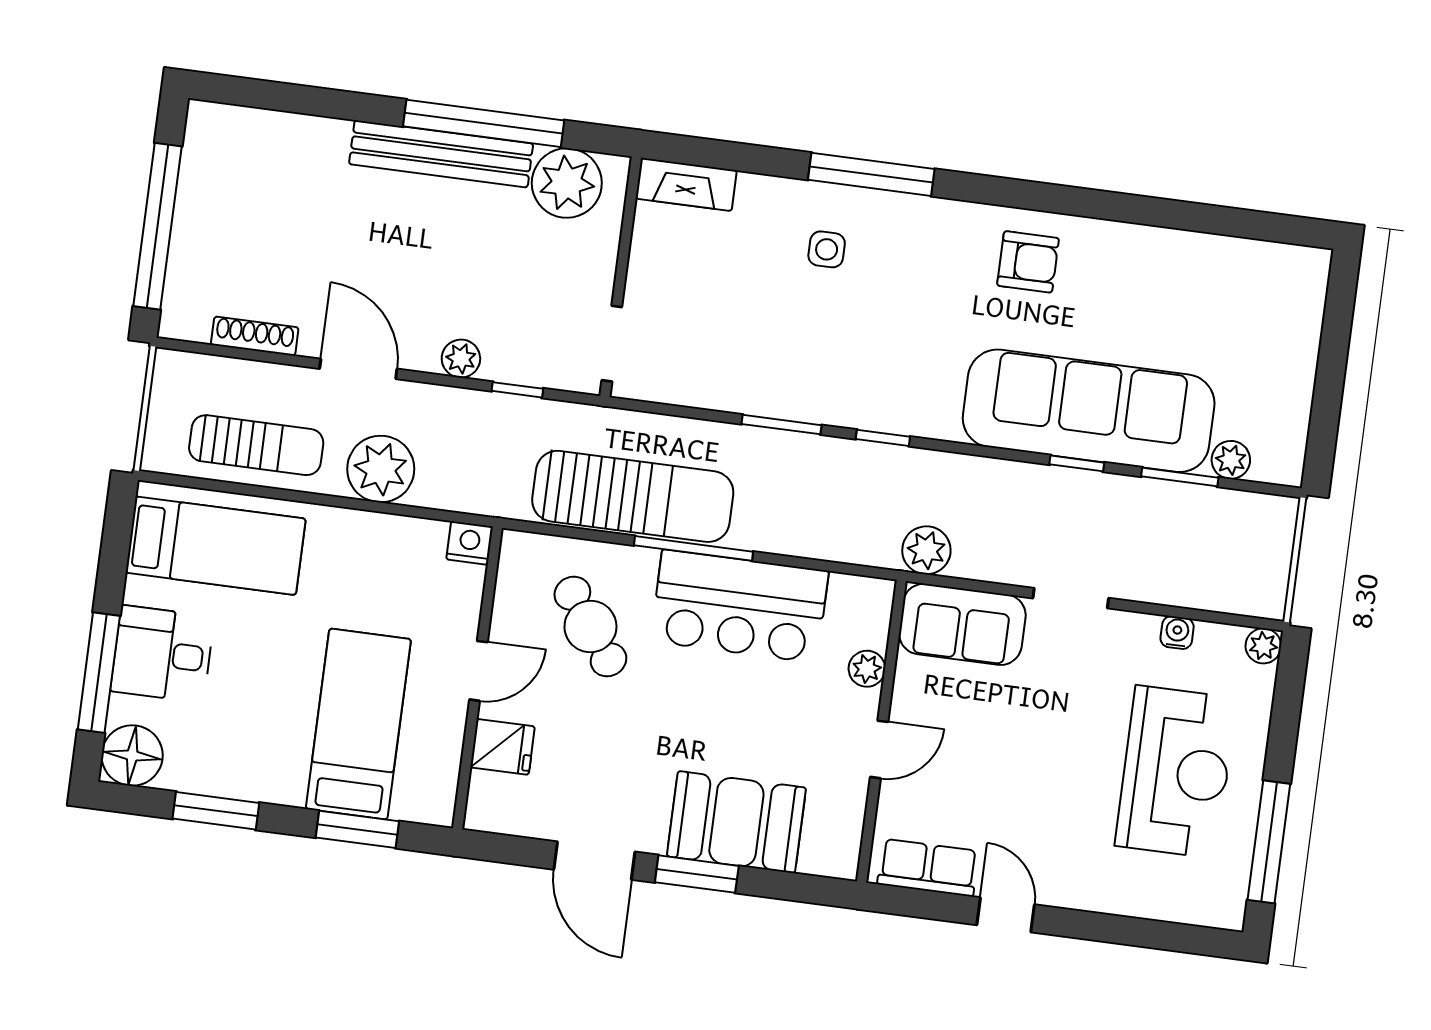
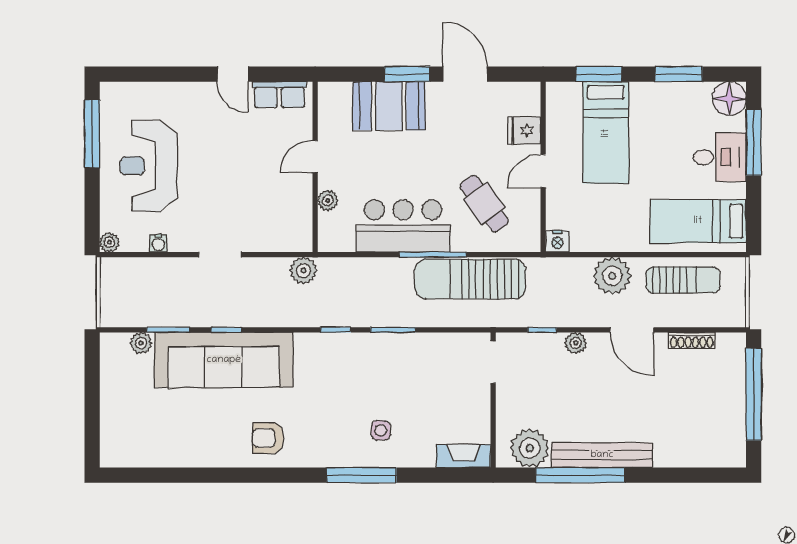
sun lounger: (256, 445) -> (683, 280), turned 180
sofa: (962, 624) -> (278, 232), removed

